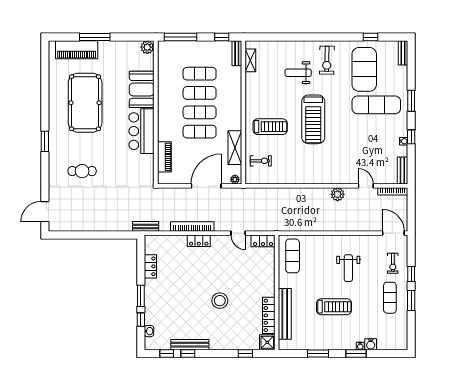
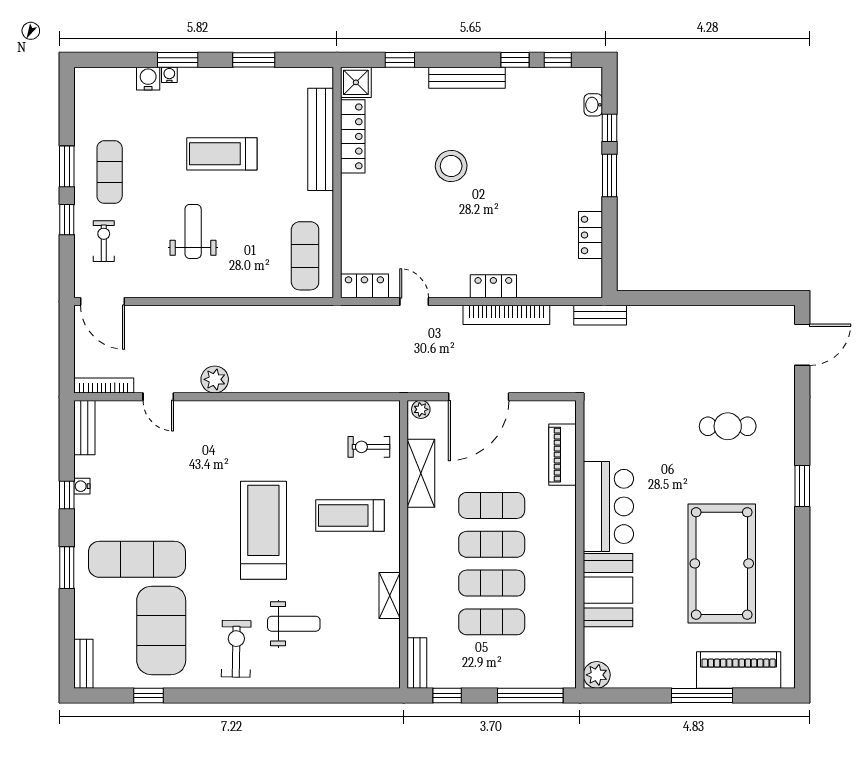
shelving: (250, 60) -> (390, 596), moved
bench: (190, 345) -> (467, 78), moved

